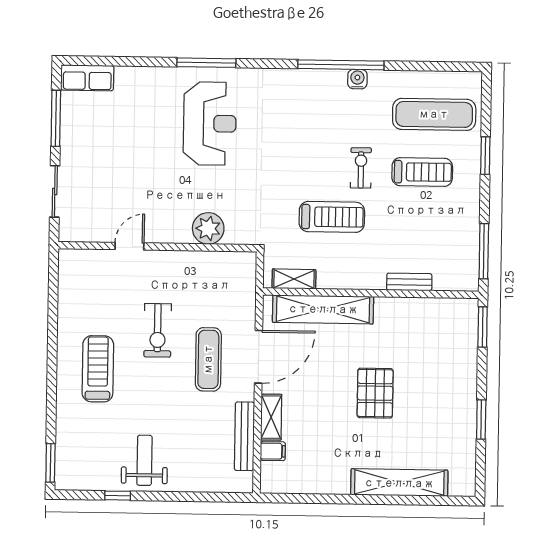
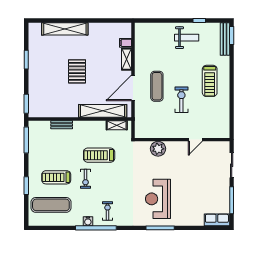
exercise bike: (316, 100) -> (108, 211), added
bench: (244, 436) -> (225, 39), moved
weight bench: (144, 460) -> (187, 38), turned -90

